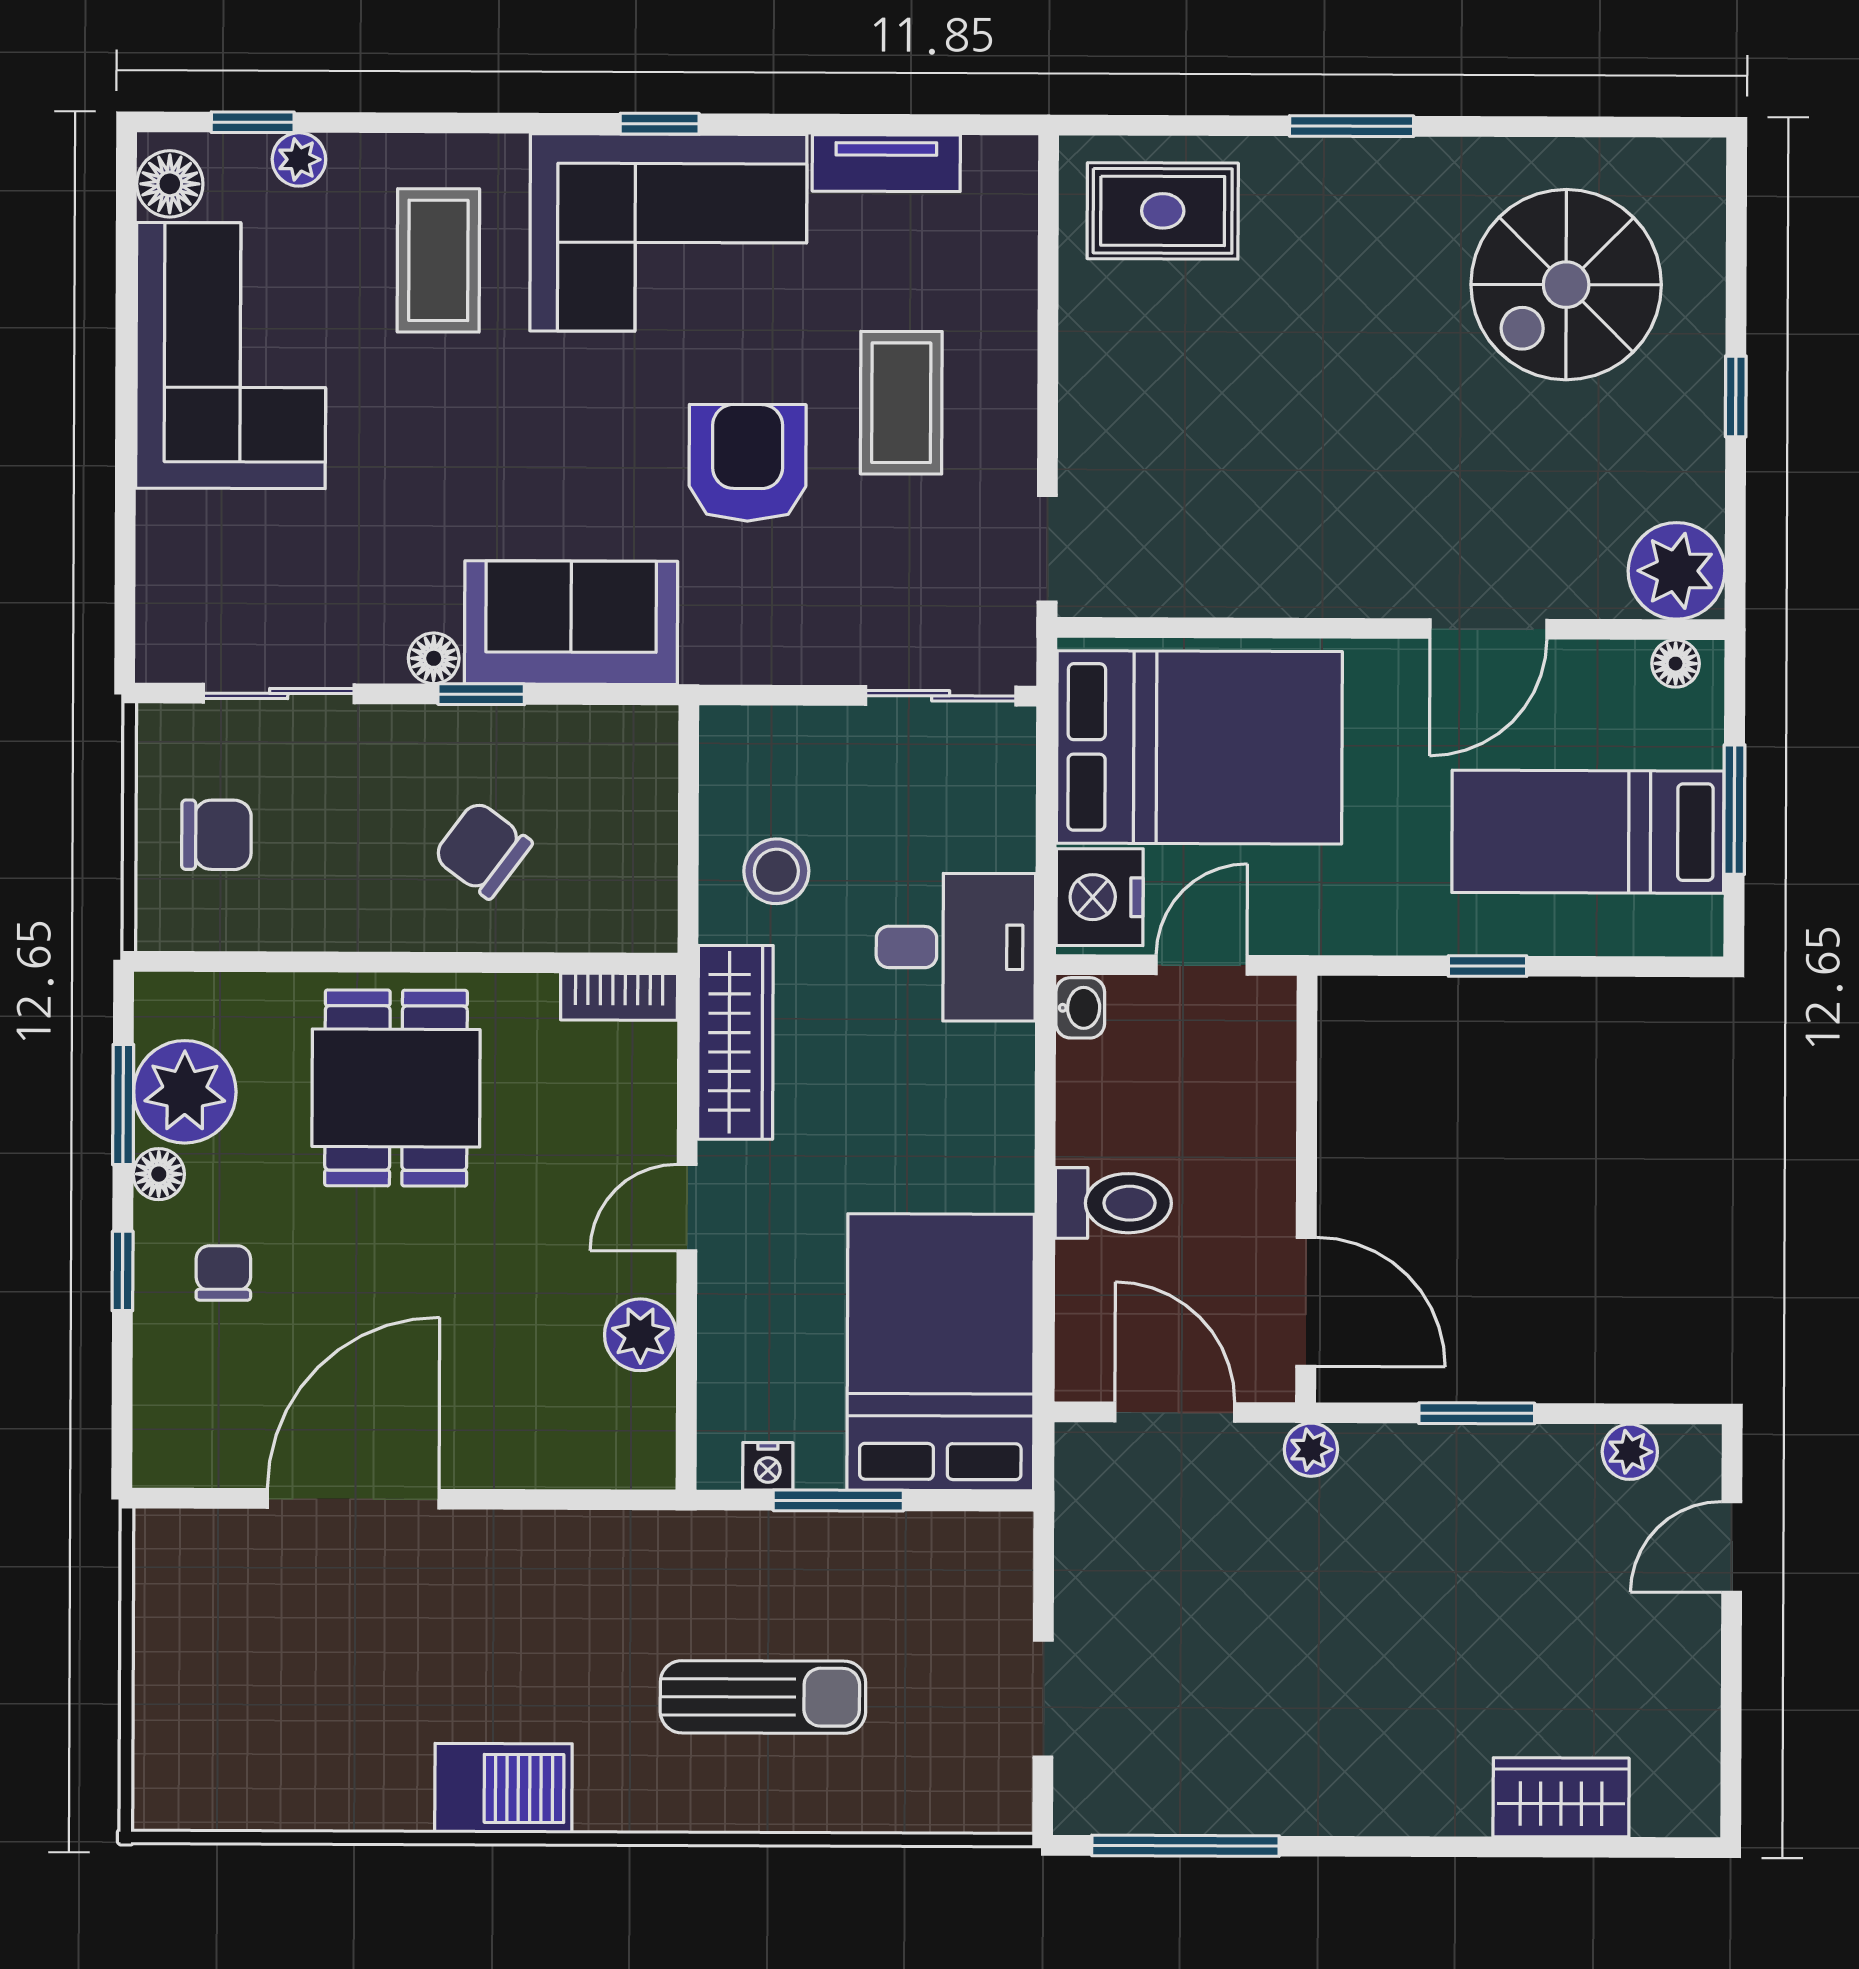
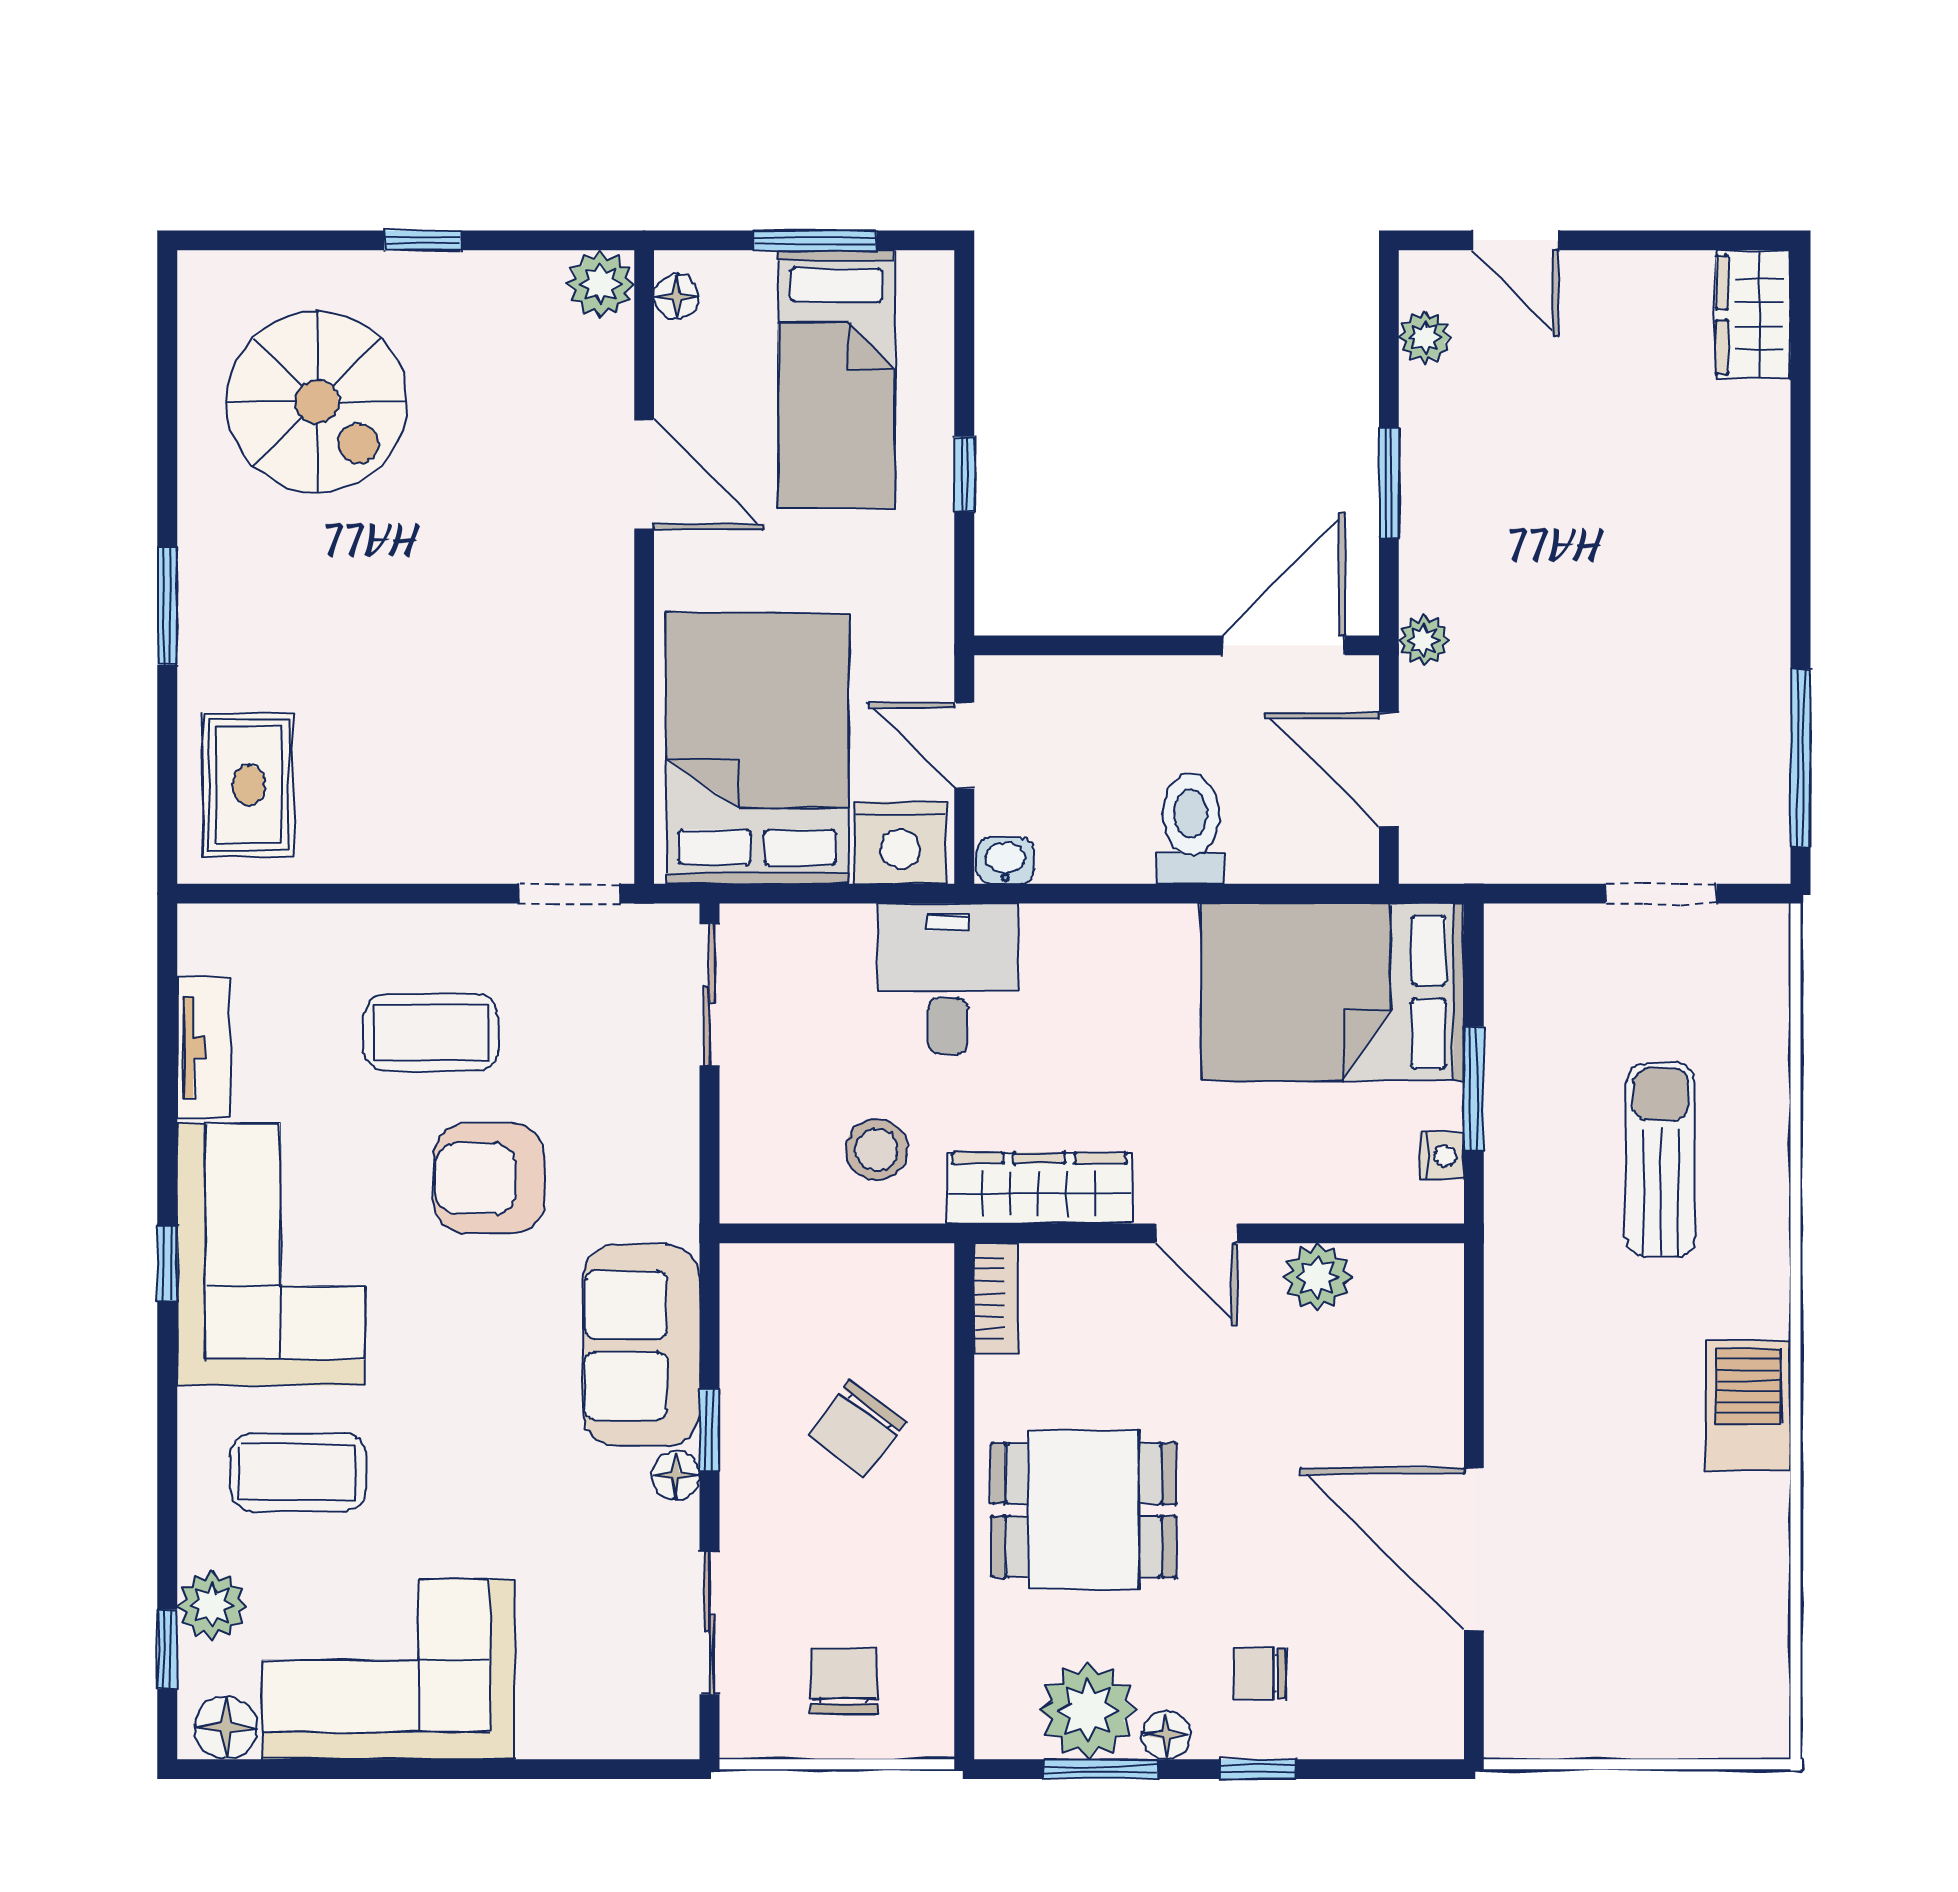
plant: (299, 159) -> (212, 1605), width x1.38, depth x1.38
plant: (1676, 571) -> (601, 284), width x0.73, depth x0.73
door: (1175, 1412) -> (1389, 770), hinge flipped
wardrobe: (1561, 1797) -> (1753, 315), moved

